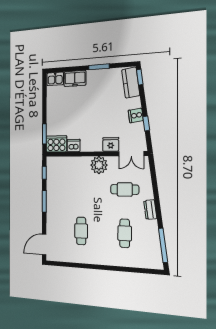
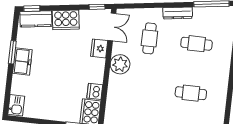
freezer: (75, 78) -> (22, 61), moved
cooker: (136, 115) -> (66, 20), width x1.87, depth x1.31
window: (146, 123) -> (97, 7), moved
dresser: (150, 210) -> (178, 13), width x1.44

